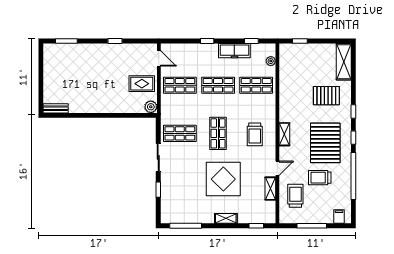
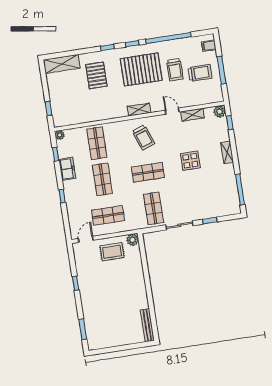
freezer: (234, 51) -> (67, 169), width x0.71
plant: (271, 61) -> (60, 135), moved
rug: (142, 84) -> (112, 252), turned 90
shop shelf: (180, 85) -> (108, 215), turned 90
bench: (56, 108) -> (147, 325), width x1.36
trolley: (255, 134) -> (143, 137), turned 70
display table: (223, 179) -> (190, 161), width x0.54, depth x0.54
trolley: (295, 196) -> (200, 73), moved, turned 180
plant: (269, 217) -> (220, 112), added

